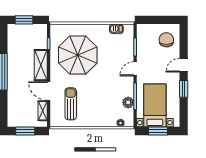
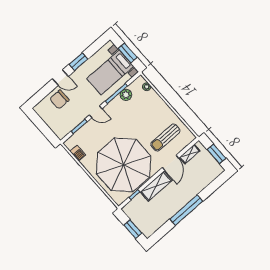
chair: (166, 40) -> (59, 99), moved
parasol: (78, 55) -> (124, 165), width x1.36, depth x1.36

